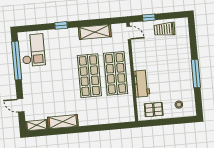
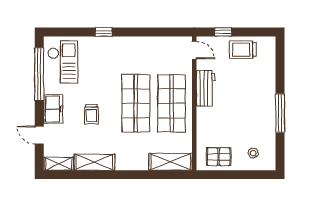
shelving: (95, 32) -> (171, 162), moved
workbench: (142, 84) -> (206, 88), moved
freezer: (29, 85) -> (53, 109), added
trolley: (57, 87) -> (91, 114), added

